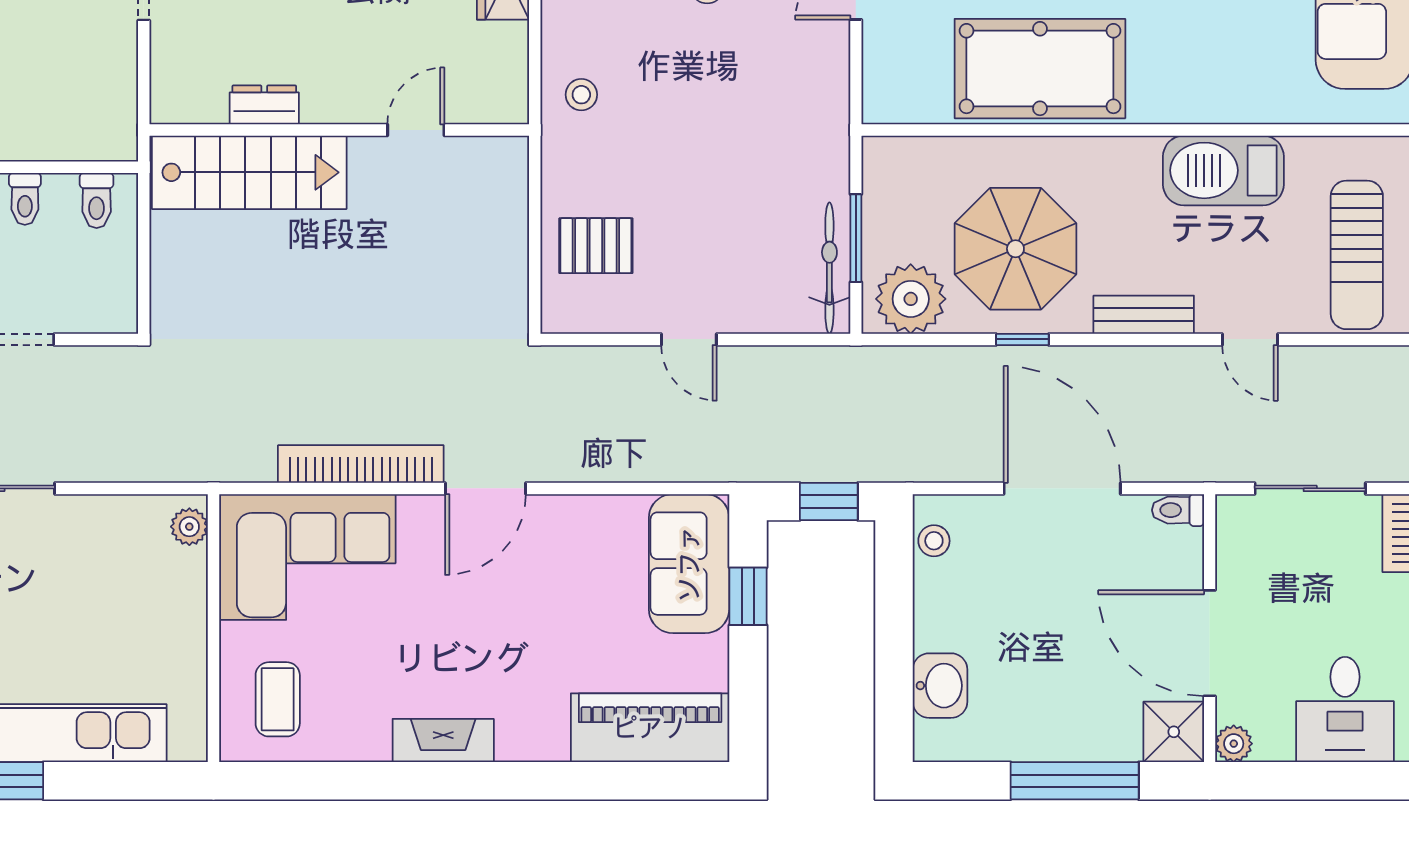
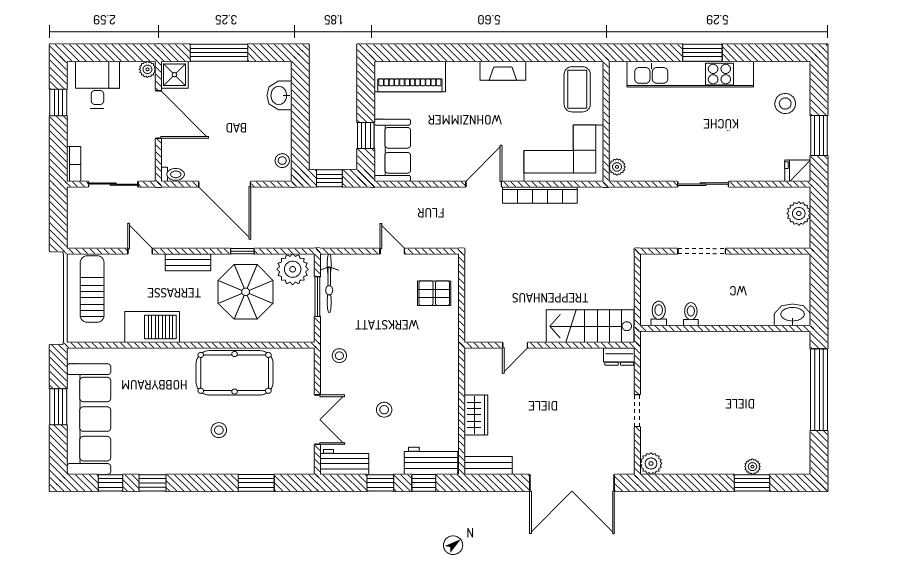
stool: (581, 95) -> (339, 356), moved
dresser: (264, 105) -> (619, 356), moved
coffee table: (278, 699) -> (577, 89), width x1.36, depth x1.30

